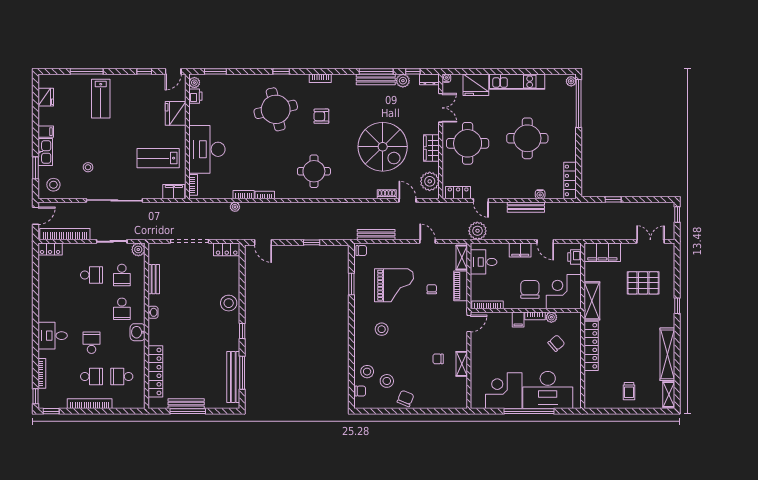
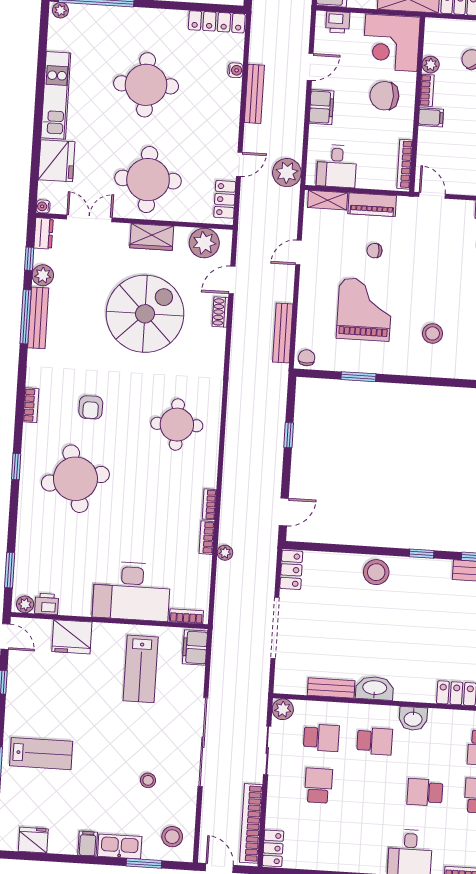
washbasin: (153, 312) -> (375, 688), width x1.91, depth x1.45

